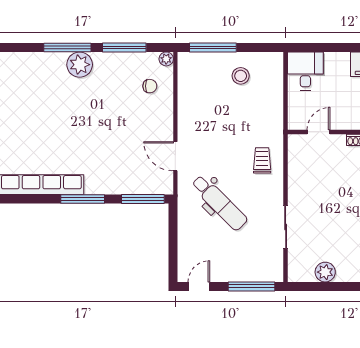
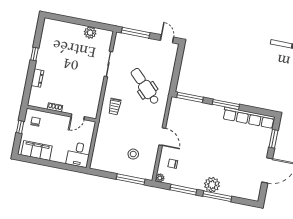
stool: (241, 76) -> (133, 154), moved
door: (175, 156) -> (162, 137), moved
door: (199, 286) -> (167, 39), swing flipped

